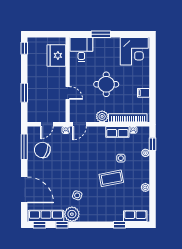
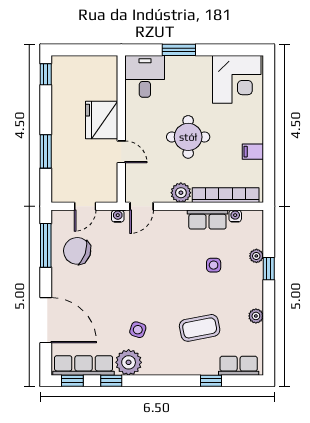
fridge: (56, 55) -> (102, 120), moved
window: (153, 144) -> (269, 269), moved
coffee table: (111, 178) -> (200, 328), moved

